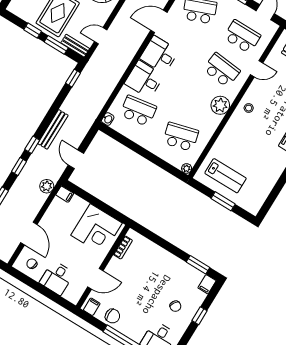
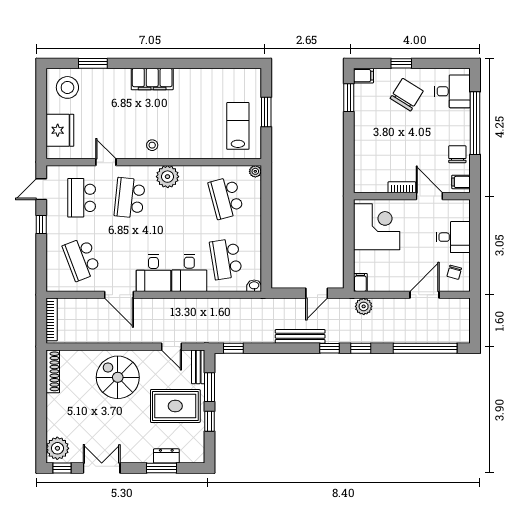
bookcase: (123, 247) -> (402, 187), moved
chair: (175, 306) -> (407, 95), width x1.87, depth x1.87

